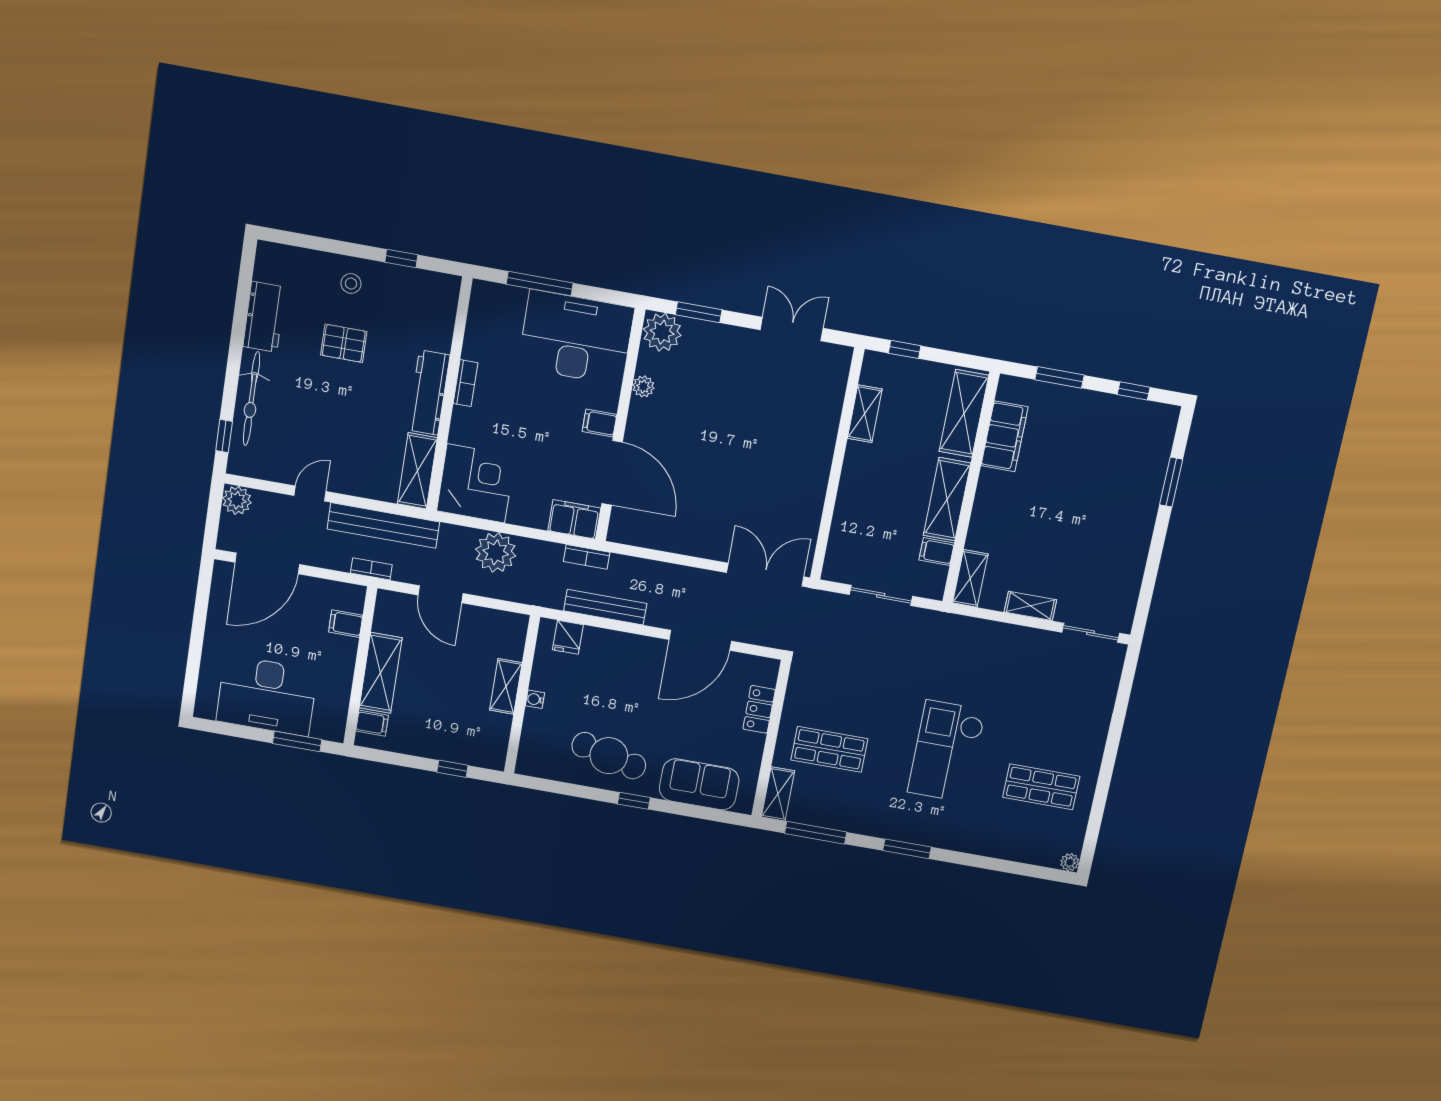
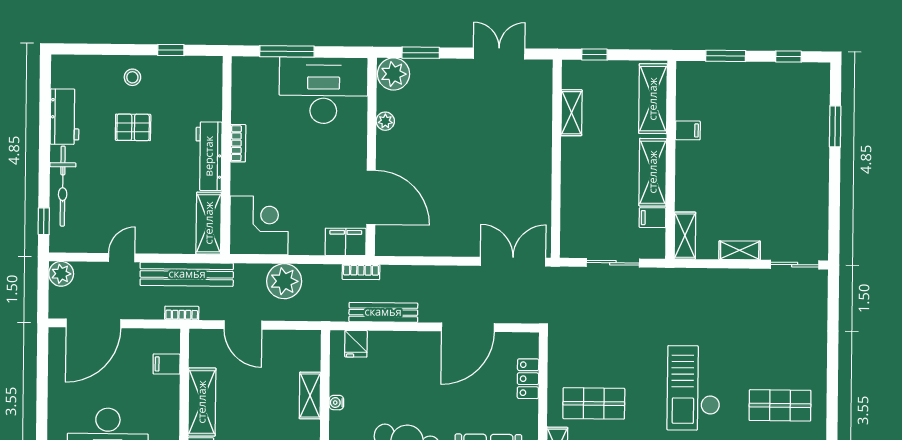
filing cabinet: (599, 423) -> (354, 158), removed
filing cabinet: (1004, 436) -> (688, 130), width x0.33, depth x0.86

